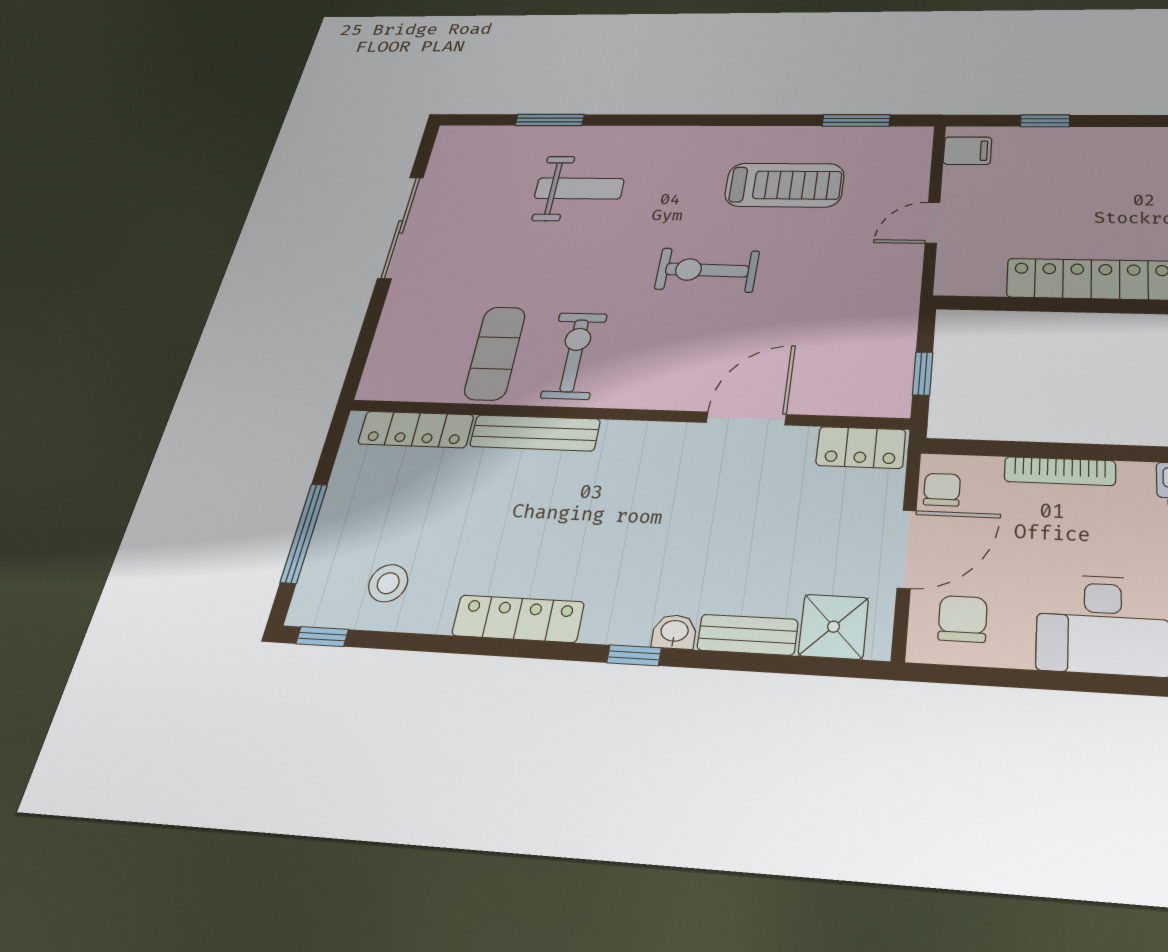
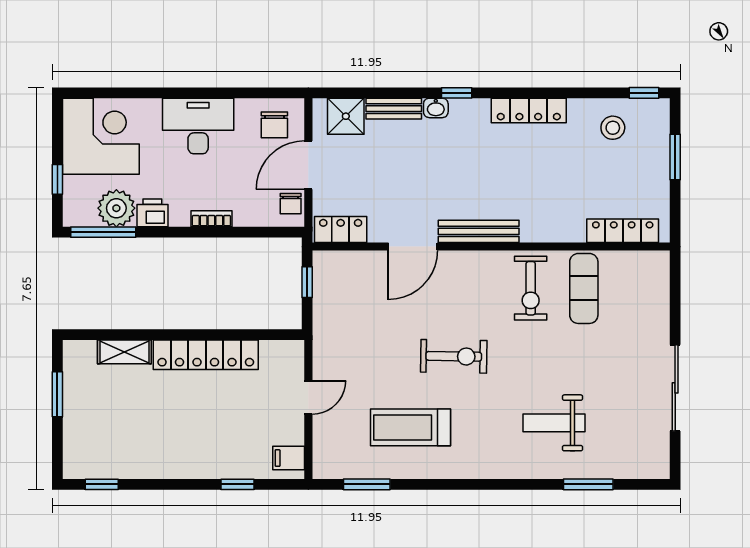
bench: (535, 433) -> (479, 231), moved
bookcase: (1060, 471) -> (211, 219), width x0.64
window: (304, 533) -> (675, 157), width x0.69

